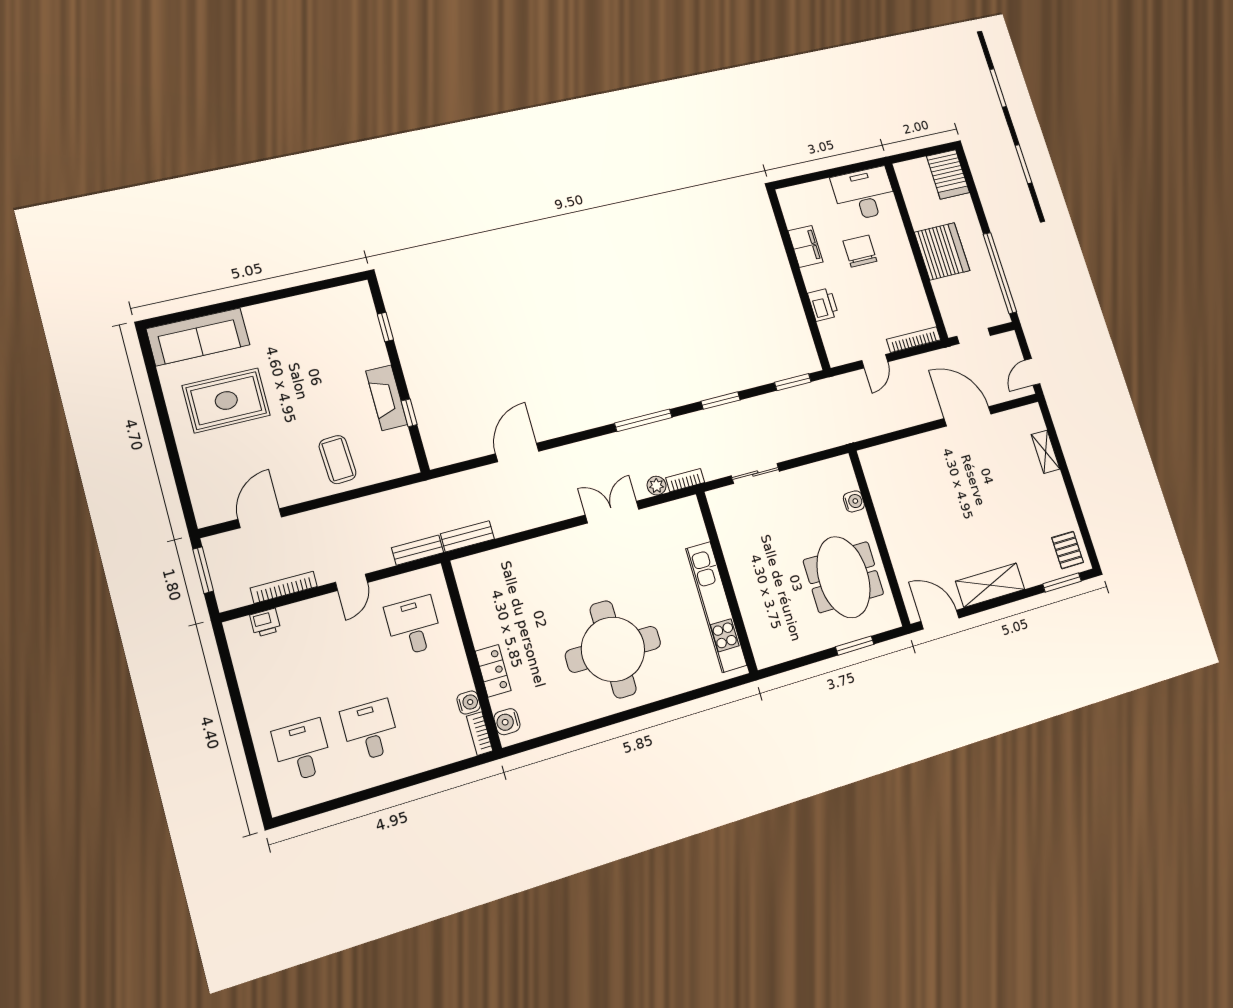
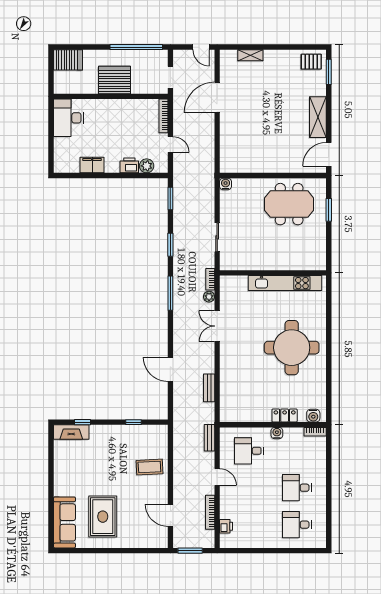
chair: (860, 251) -> (103, 132), removed
plant: (831, 332) -> (147, 166), added
fireplace: (387, 398) -> (71, 432), moved
water cooler: (854, 501) -> (226, 184), moved
bench: (467, 536) -> (209, 388), moved
water cooler: (469, 702) -> (277, 433), moved

